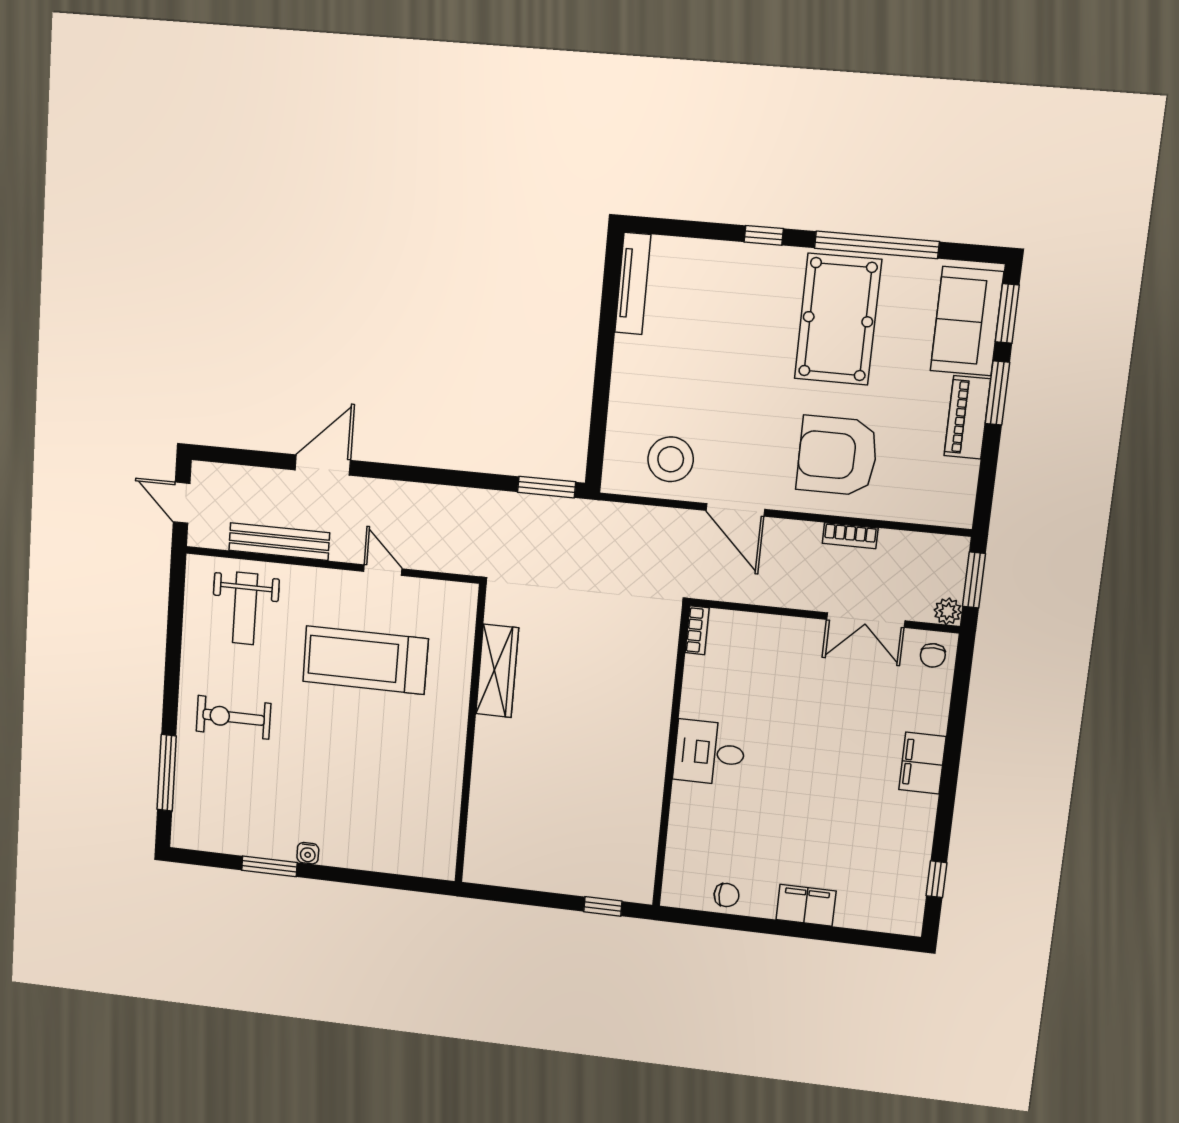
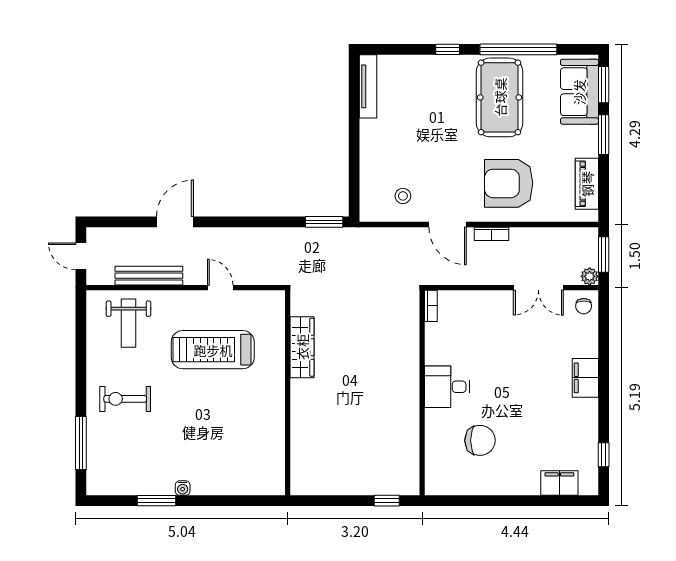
piano: (967, 417) -> (587, 184), moved
stool: (671, 459) -> (403, 196), width x0.53, depth x0.53
bookcase: (850, 536) -> (492, 234), moved
chair: (727, 895) -> (480, 440), moved, width x1.87, depth x1.87
filing cabinet: (806, 905) -> (559, 483), moved

